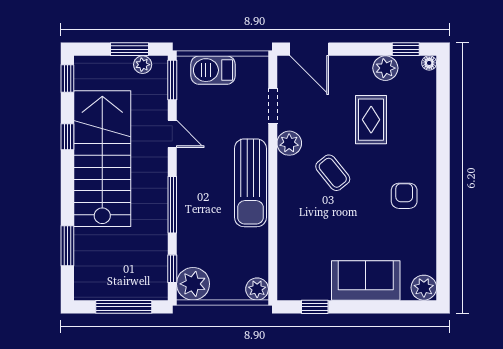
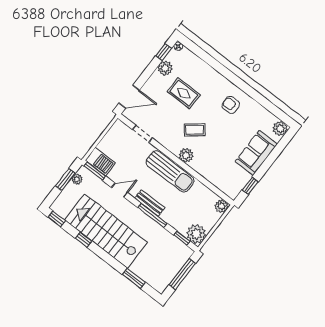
barbecue: (213, 70) -> (100, 162), moved, turned -90
plant: (289, 143) -> (186, 155), moved
bench: (186, 188) -> (150, 203), added

